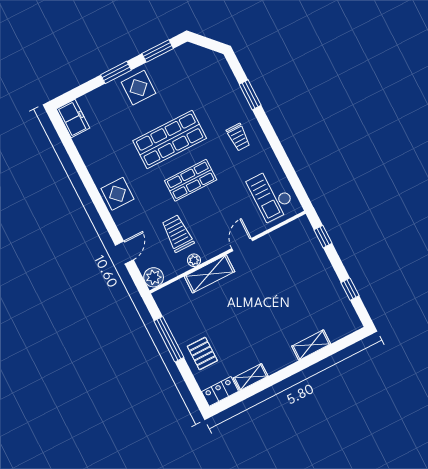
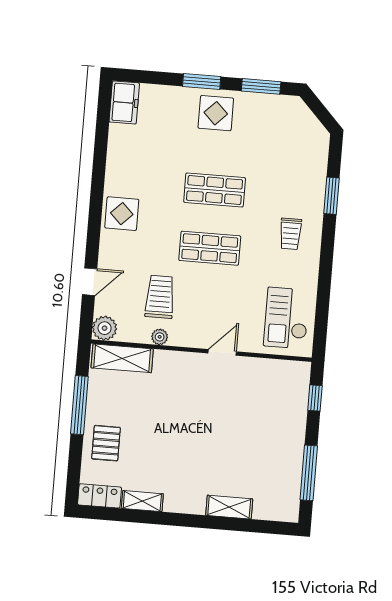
shop shelf: (170, 139) -> (215, 190), width x0.70, depth x0.74
shelving: (209, 274) -> (122, 358), moved
window: (350, 289) -> (309, 473), width x2.17

